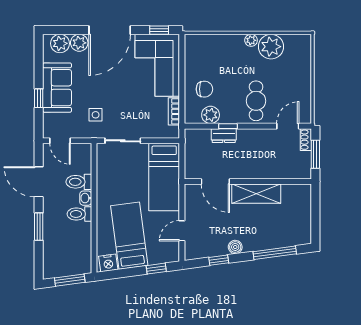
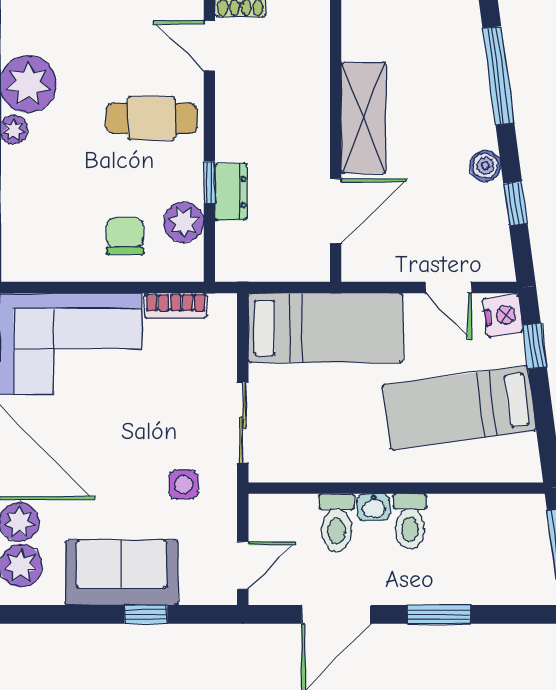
nightstand: (108, 263) -> (503, 316), moved

